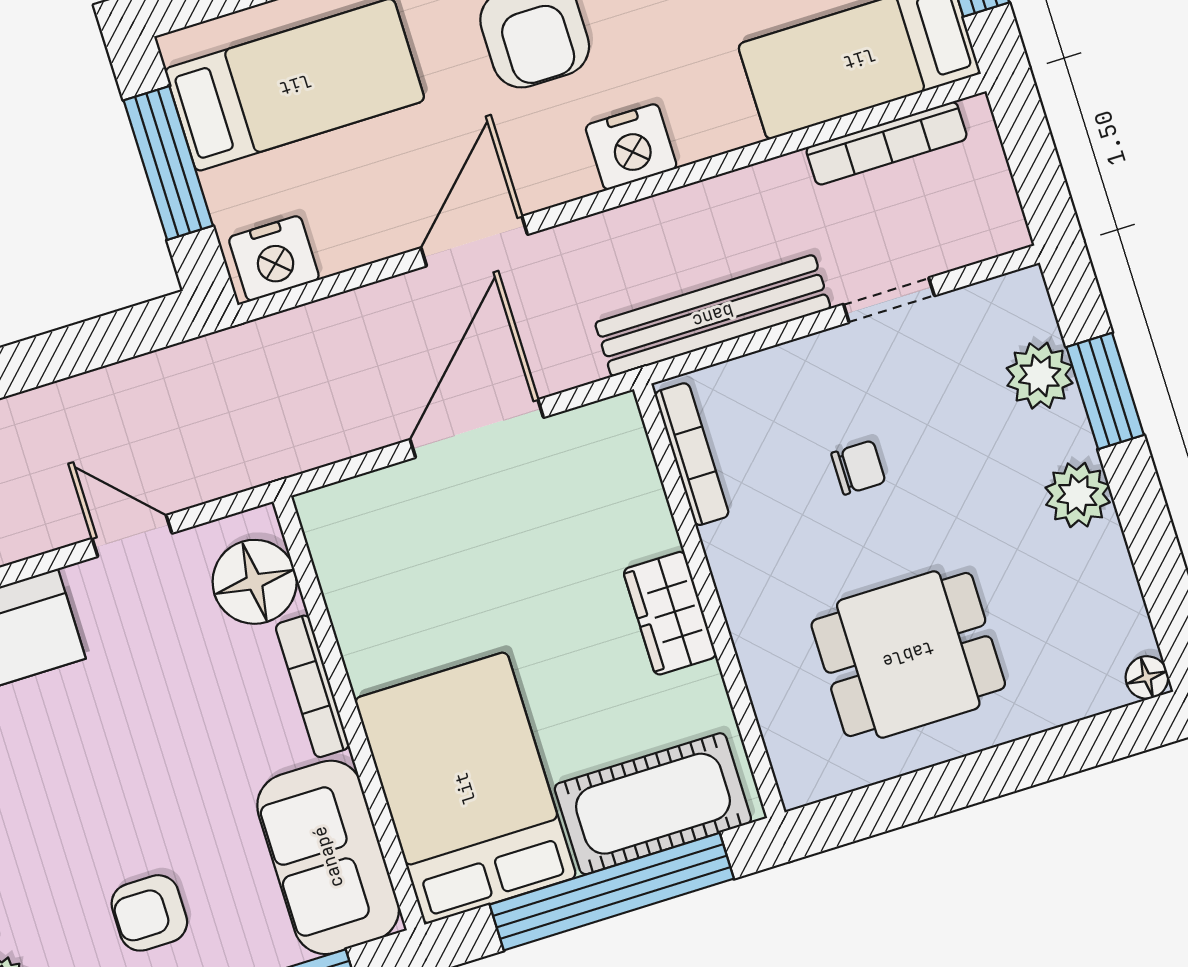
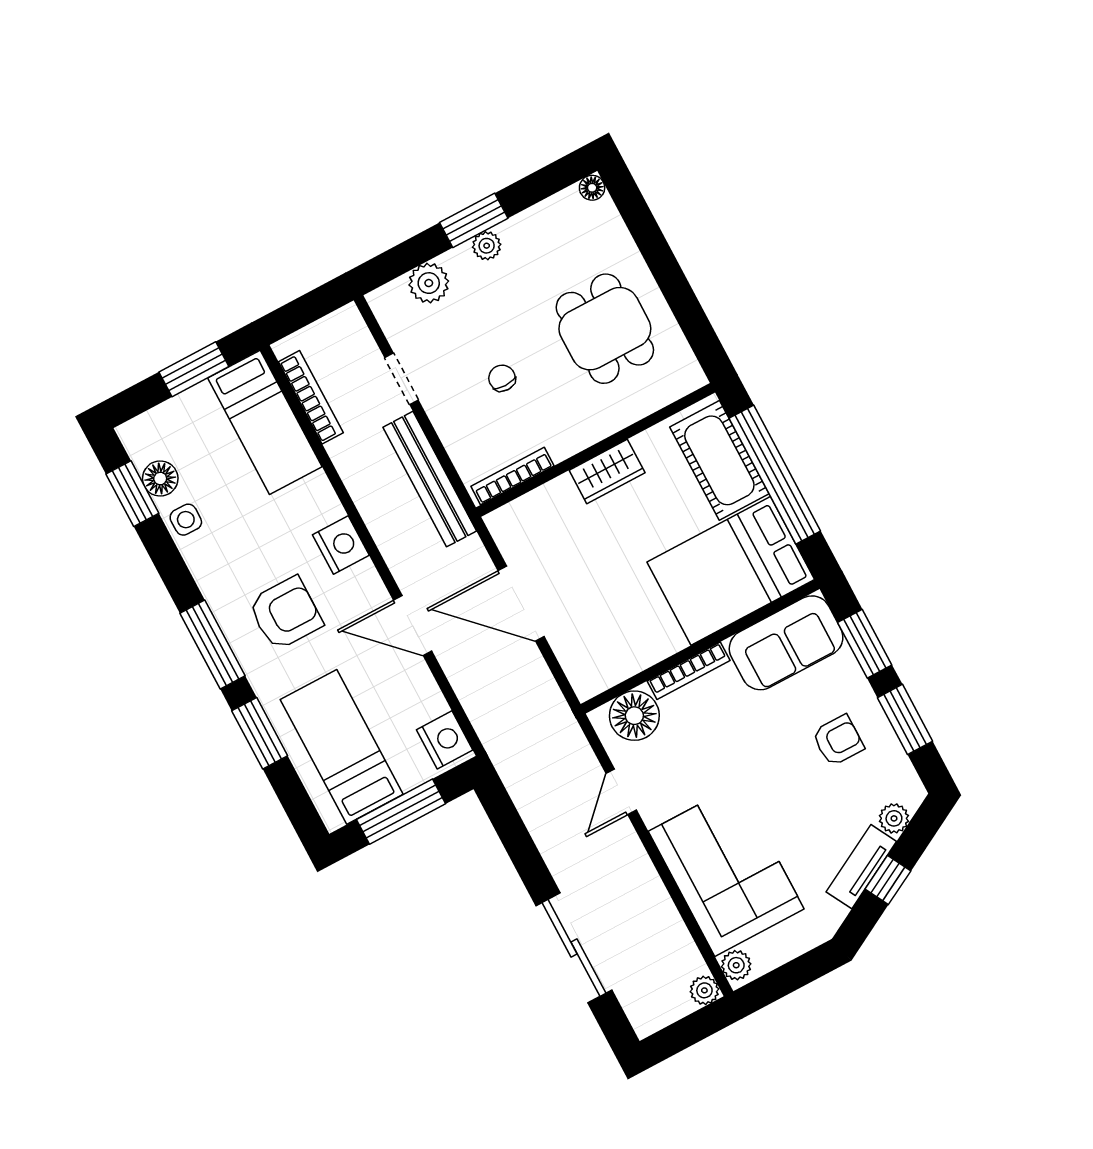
window: (1105, 391) -> (474, 220), moved
plant: (1078, 495) -> (487, 246), width x0.73, depth x0.73
armchair: (149, 913) -> (838, 740), turned -90

